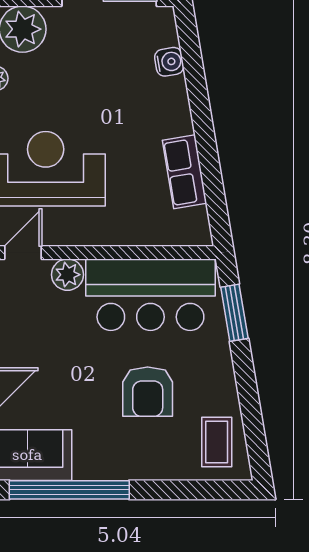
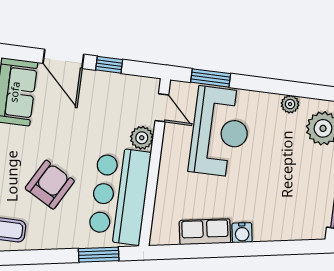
water cooler: (169, 62) -> (242, 233), moved
armchair: (148, 392) -> (50, 185), turned 119

